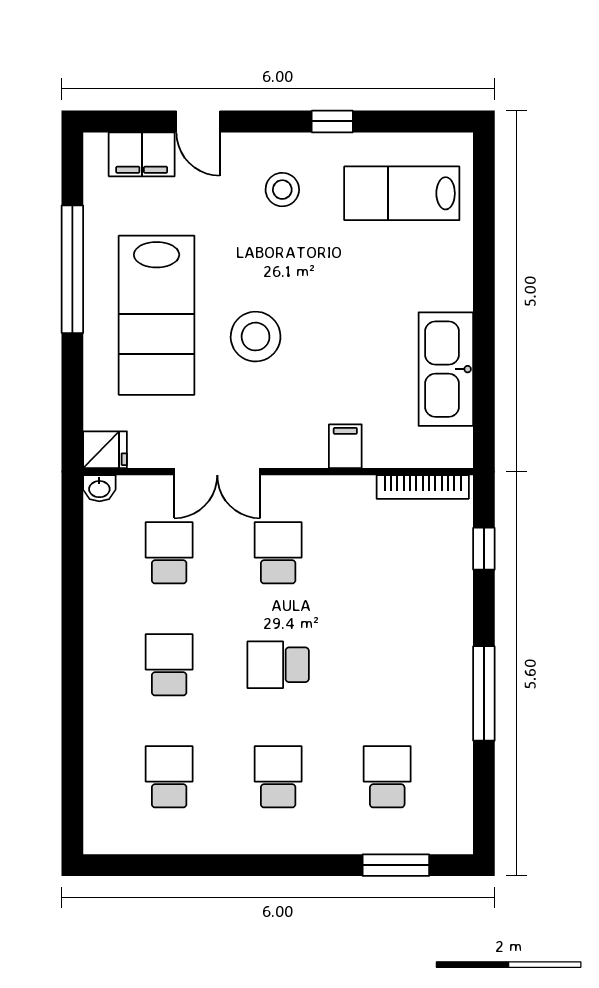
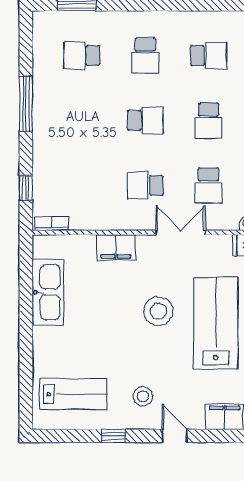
door: (198, 121) -> (175, 436), moved
filing cabinet: (345, 446) -> (116, 247), width x2.00
bookcase: (423, 487) -> (52, 224), width x0.64
school desk: (278, 553) -> (145, 186), turned 90
school desk: (169, 777) -> (209, 55), turned -90
school desk: (387, 777) -> (82, 55), turned 90

